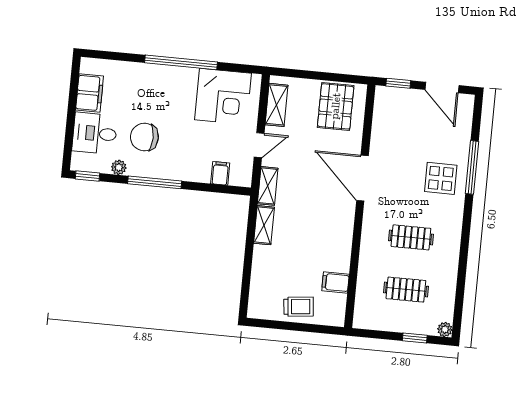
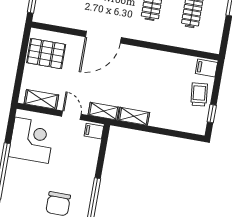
filing cabinet: (220, 173) -> (94, 131), moved
filing cabinet: (335, 282) -> (206, 68), moved, turned 90
window: (275, 325) -> (212, 114), added

